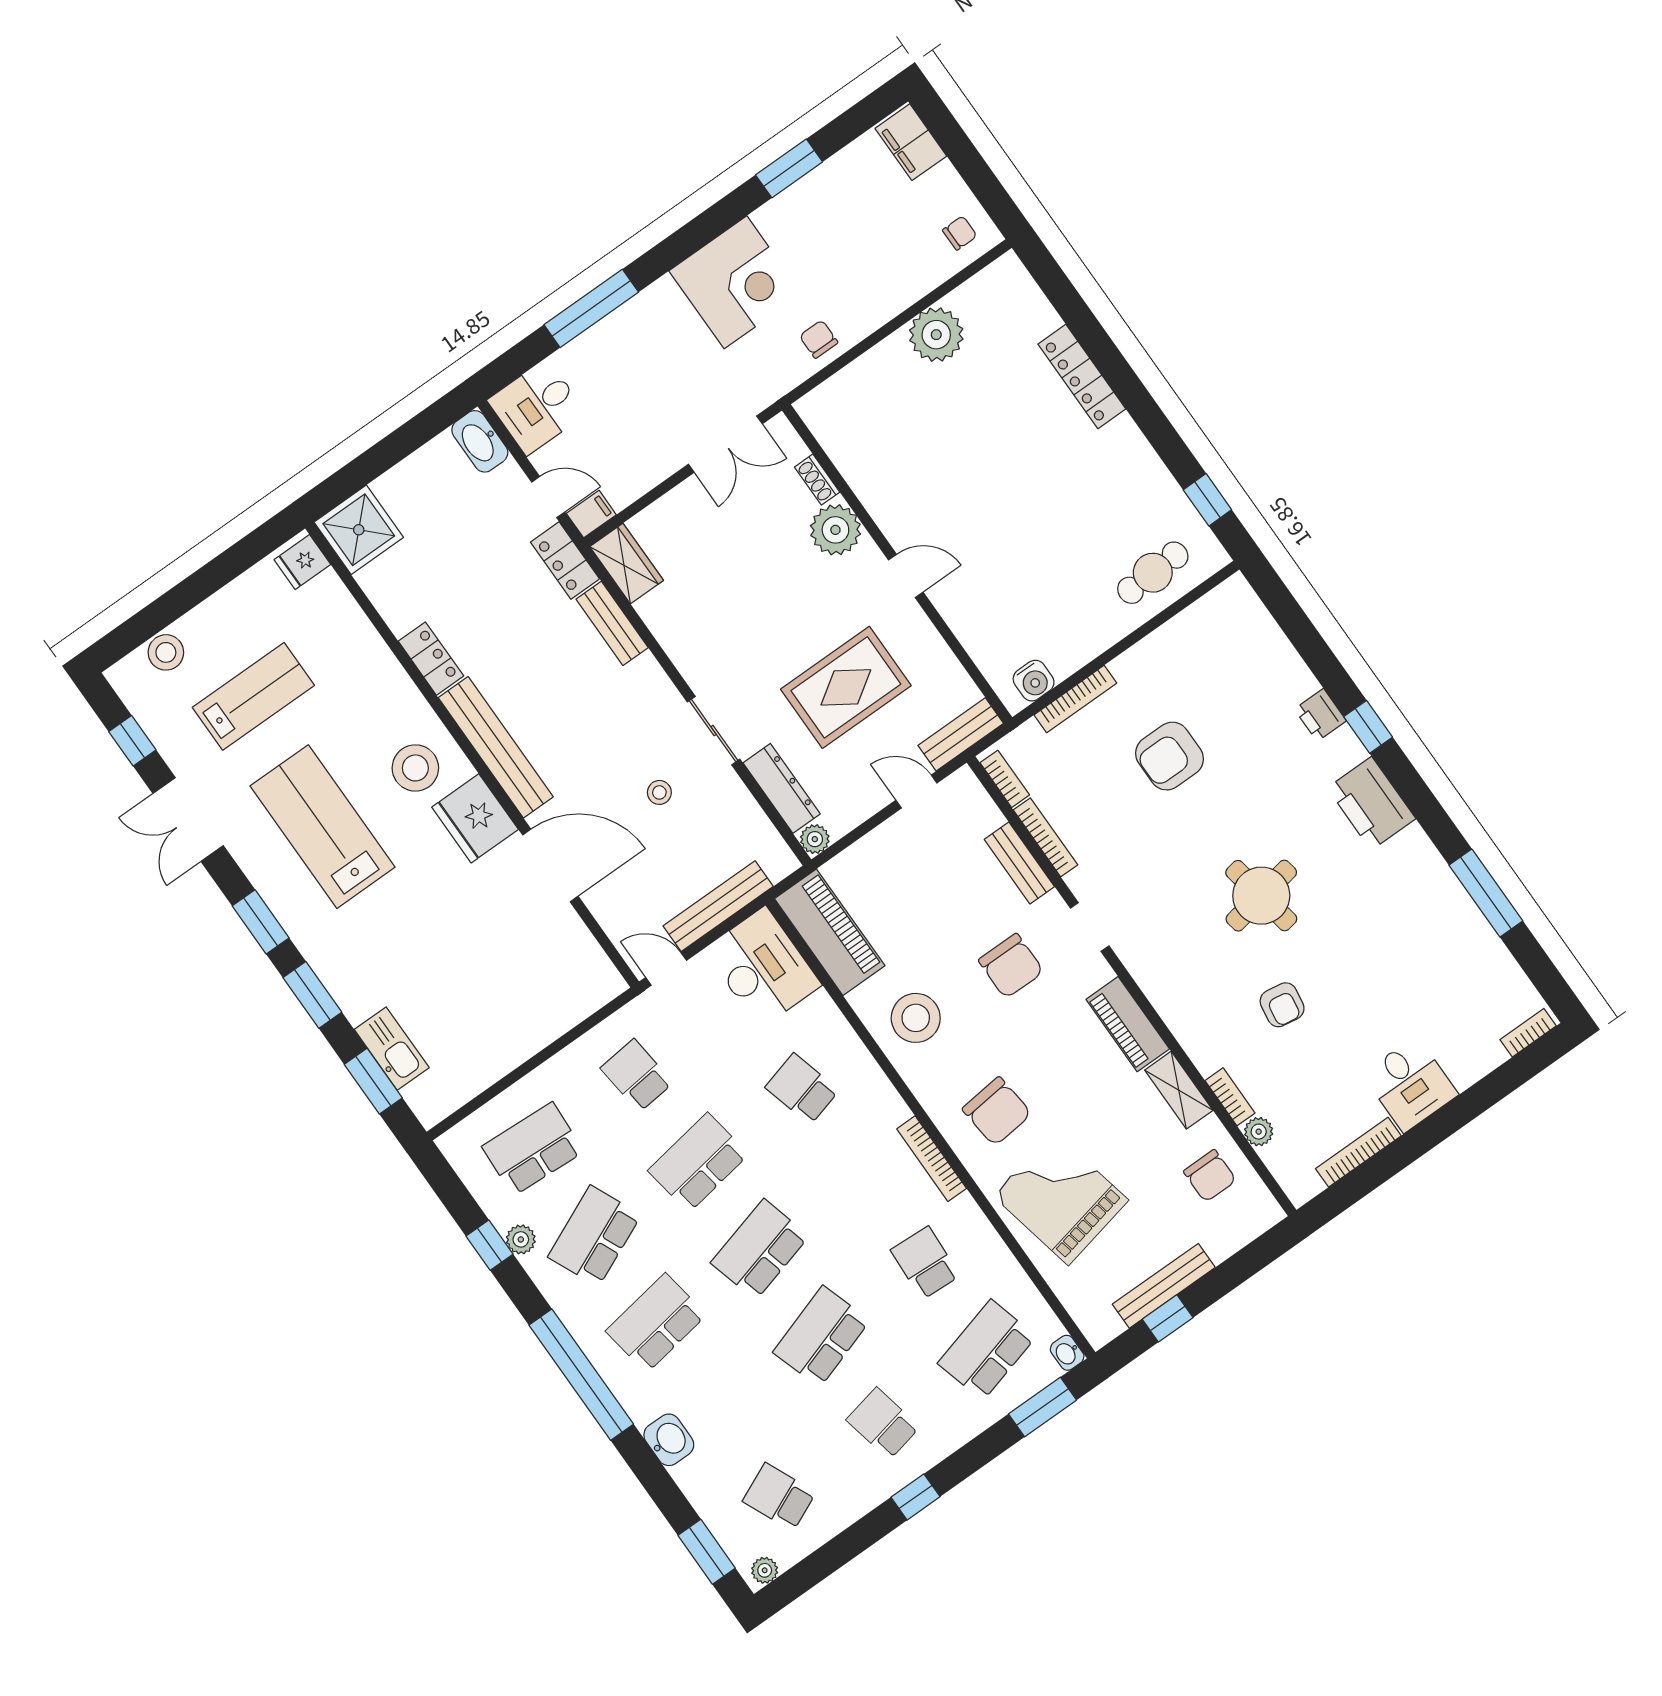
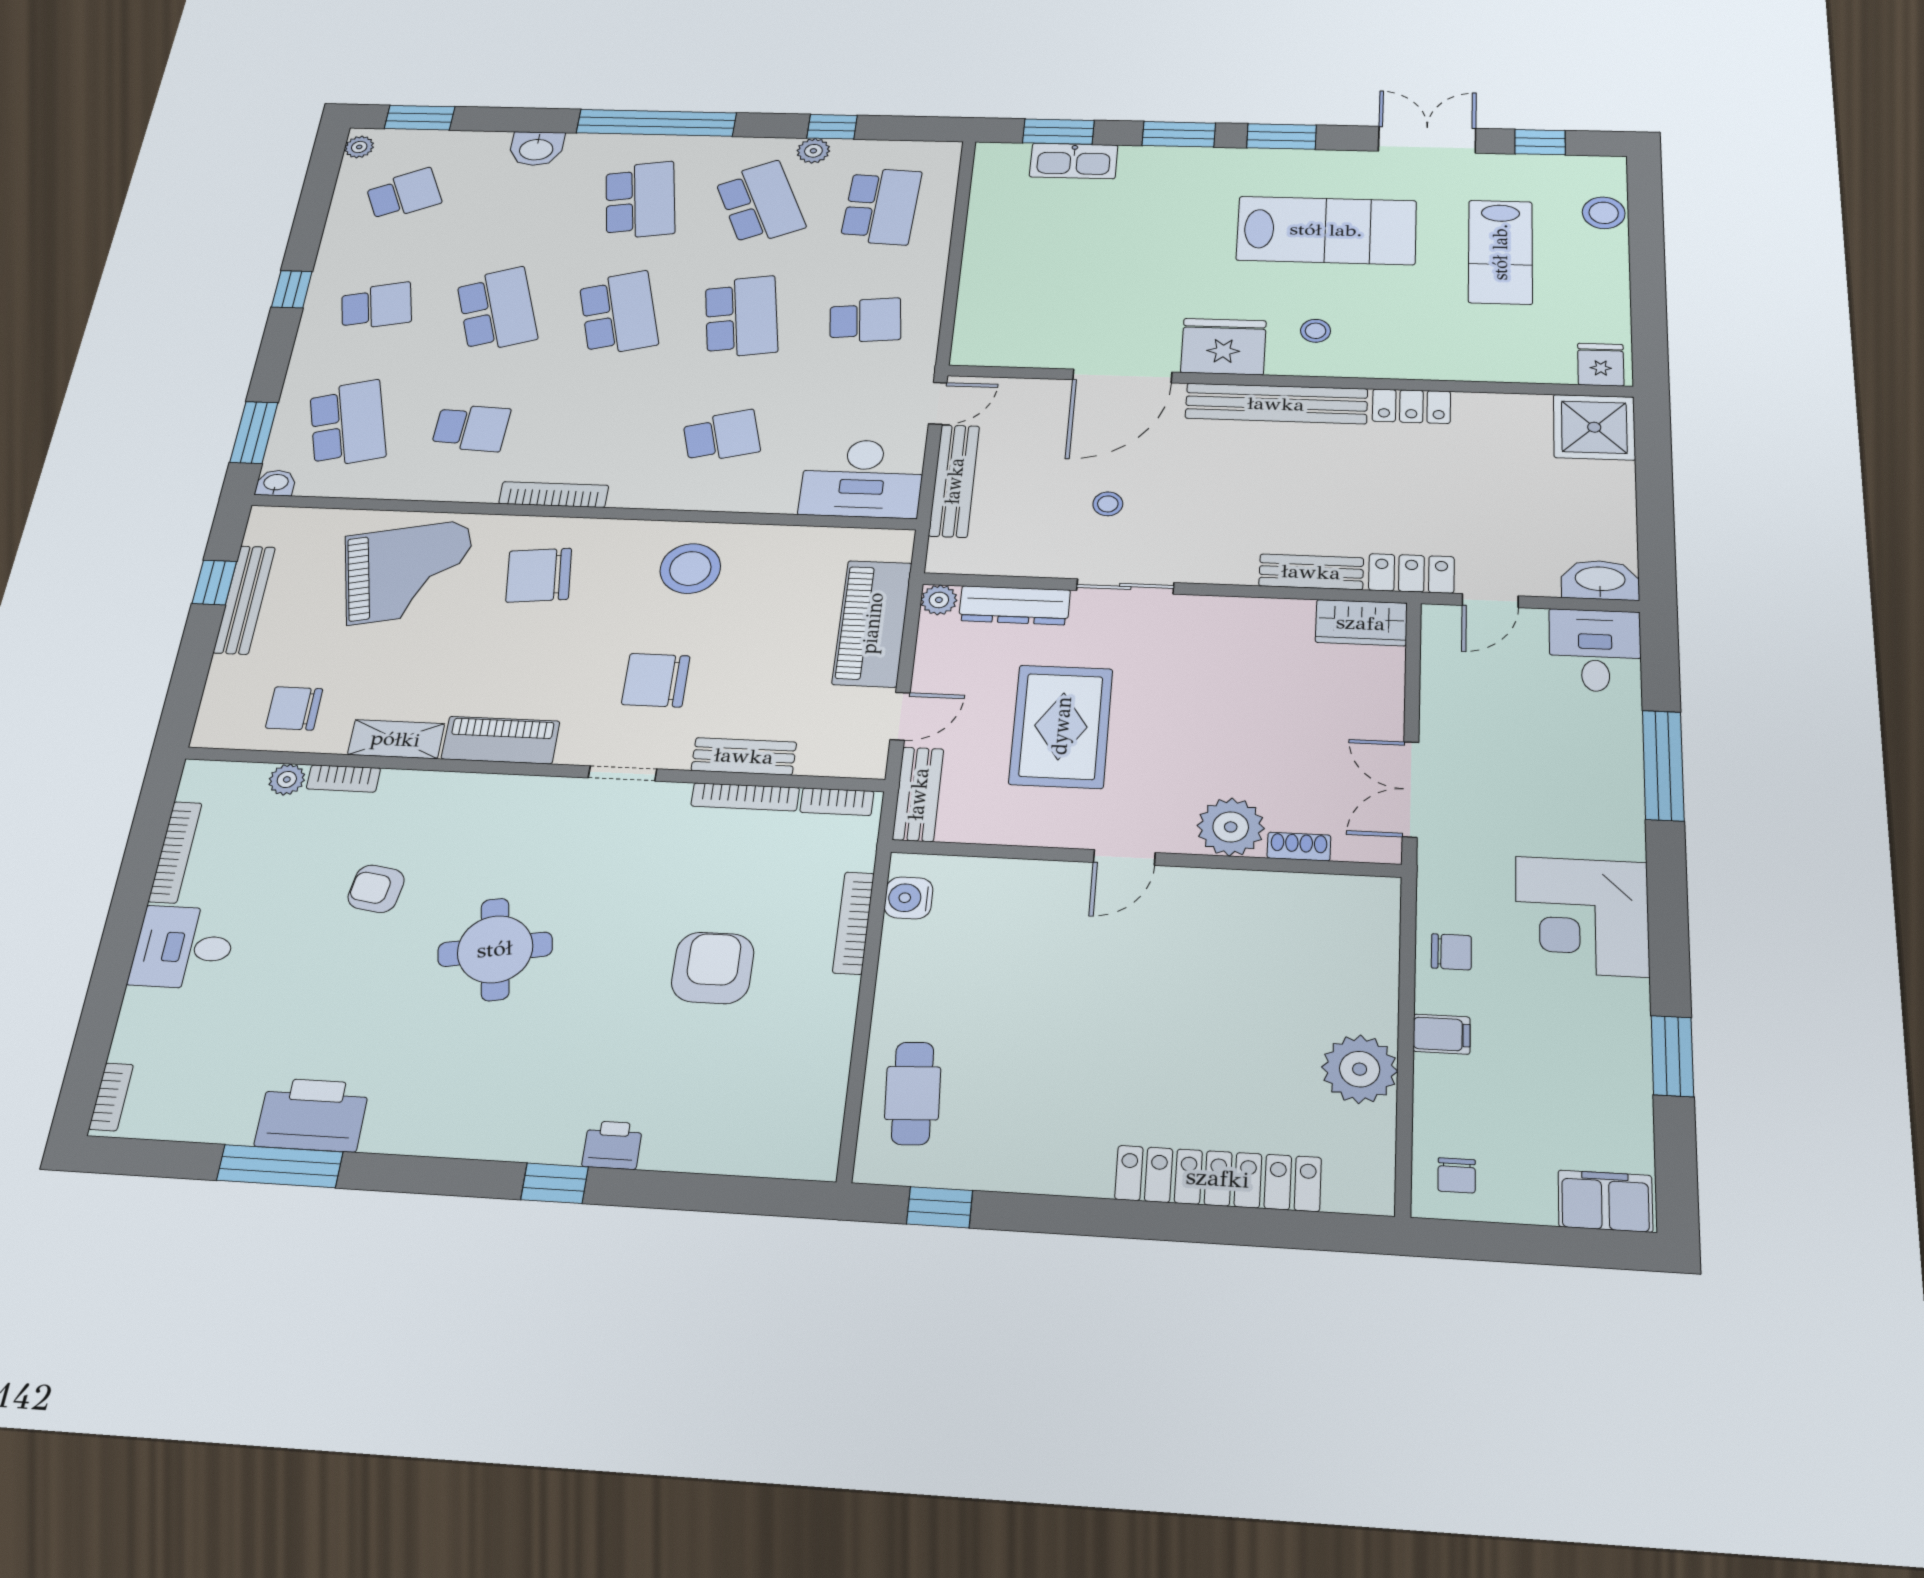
locker: (1082, 376) -> (1218, 1178), width x1.41, depth x1.21
filing cabinet: (591, 514) -> (1442, 1034), moved, turned -90
stool: (415, 768) -> (1316, 331), width x0.53, depth x0.53
printer: (1371, 803) -> (312, 1115), moved
piano: (830, 932) -> (872, 623), moved, turned 90

